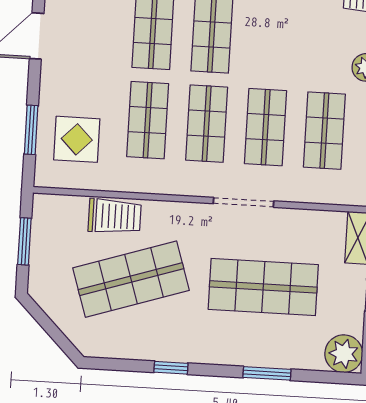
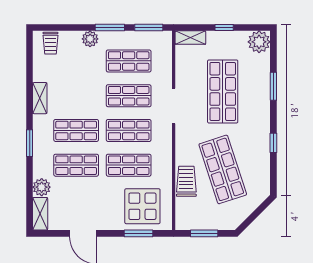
display table: (77, 139) -> (142, 206), width x1.36, depth x1.36

